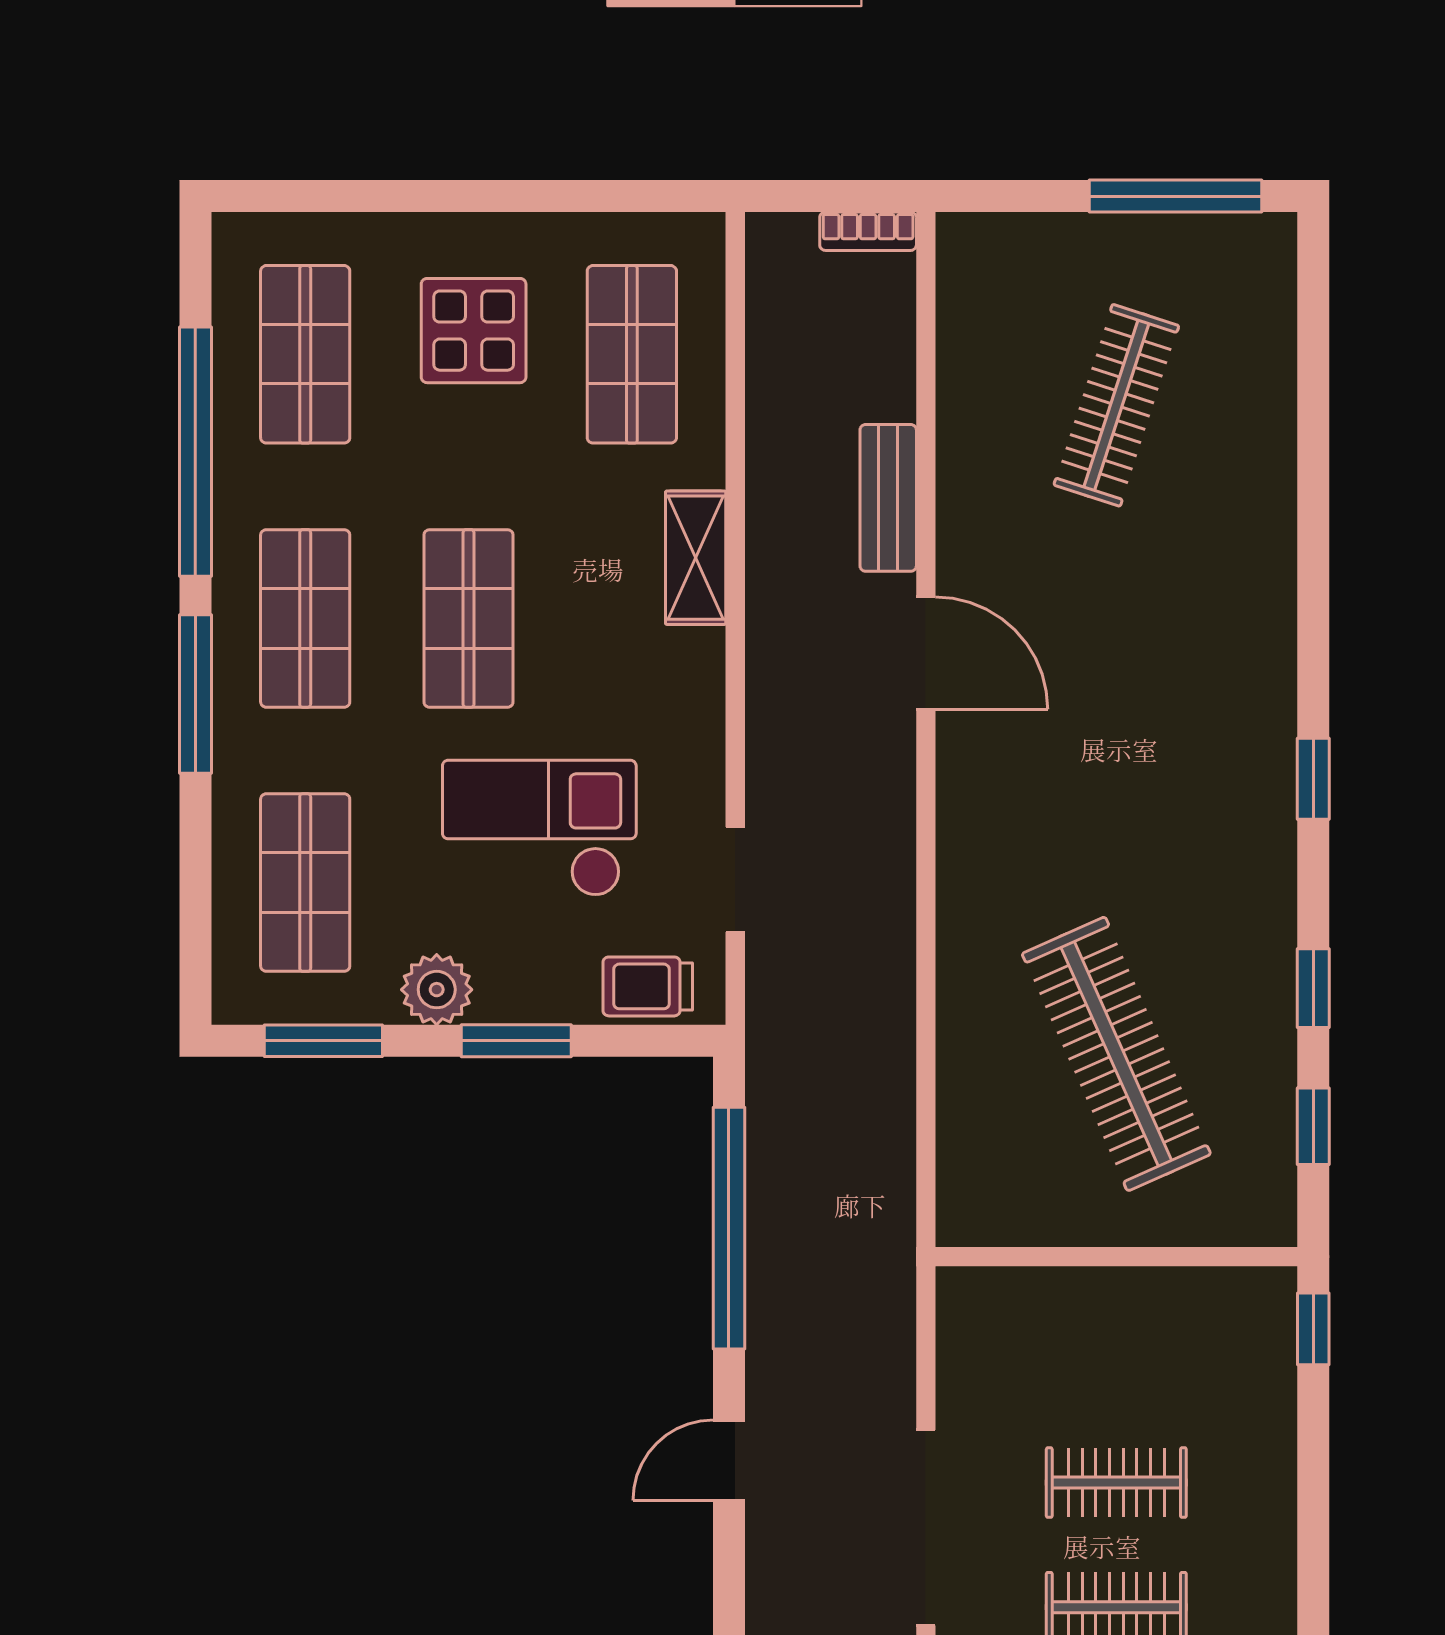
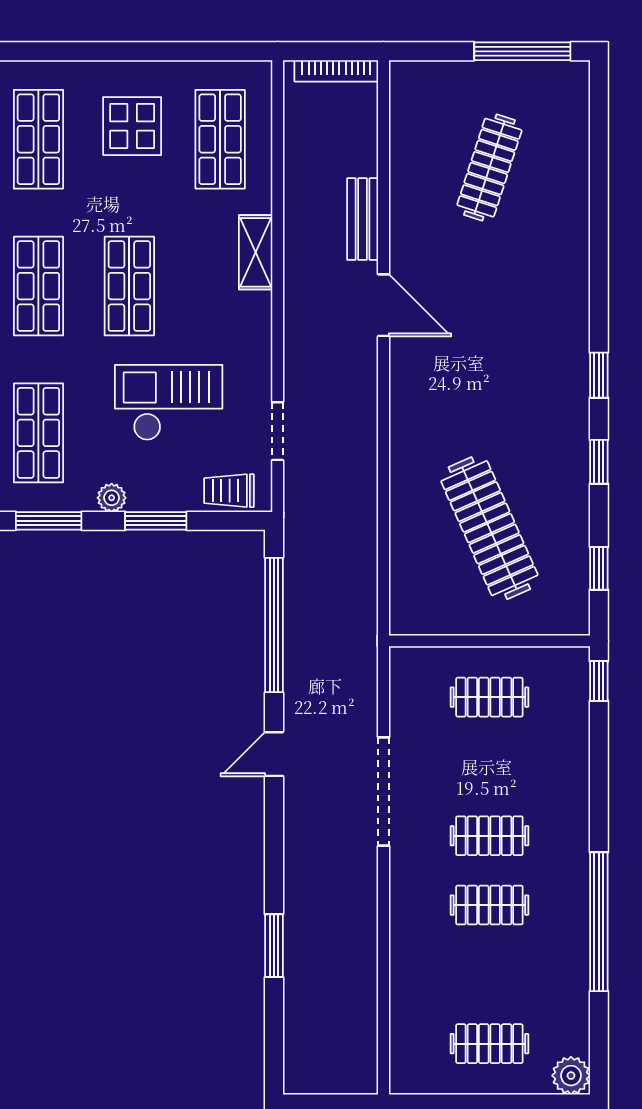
bookcase: (868, 231) -> (336, 71), width x1.56
window: (1313, 988) -> (599, 462), moved
plant: (437, 990) -> (112, 498), width x0.73, depth x0.73
clothes rail: (1116, 1483) -> (489, 697), moved

